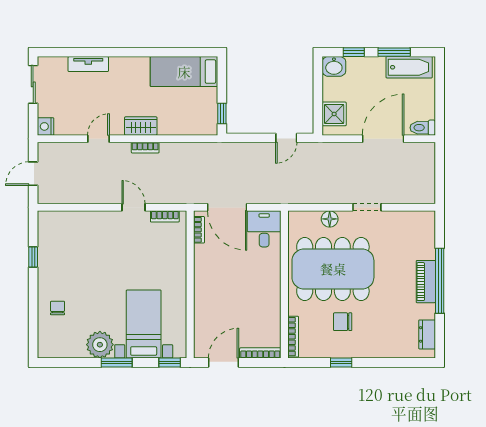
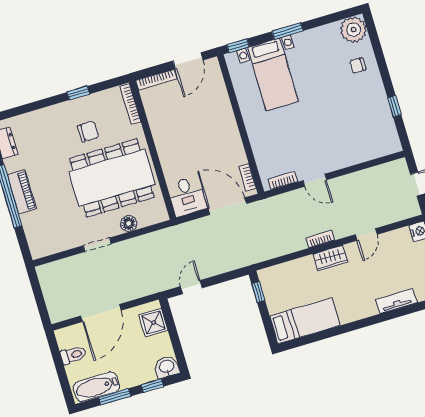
toilet: (423, 128) -> (73, 355), moved
chair: (58, 308) -> (358, 66), turned 90
plant: (100, 345) -> (354, 30), moved

